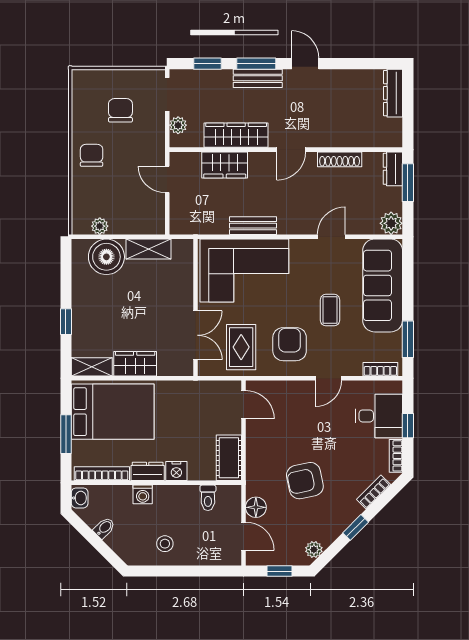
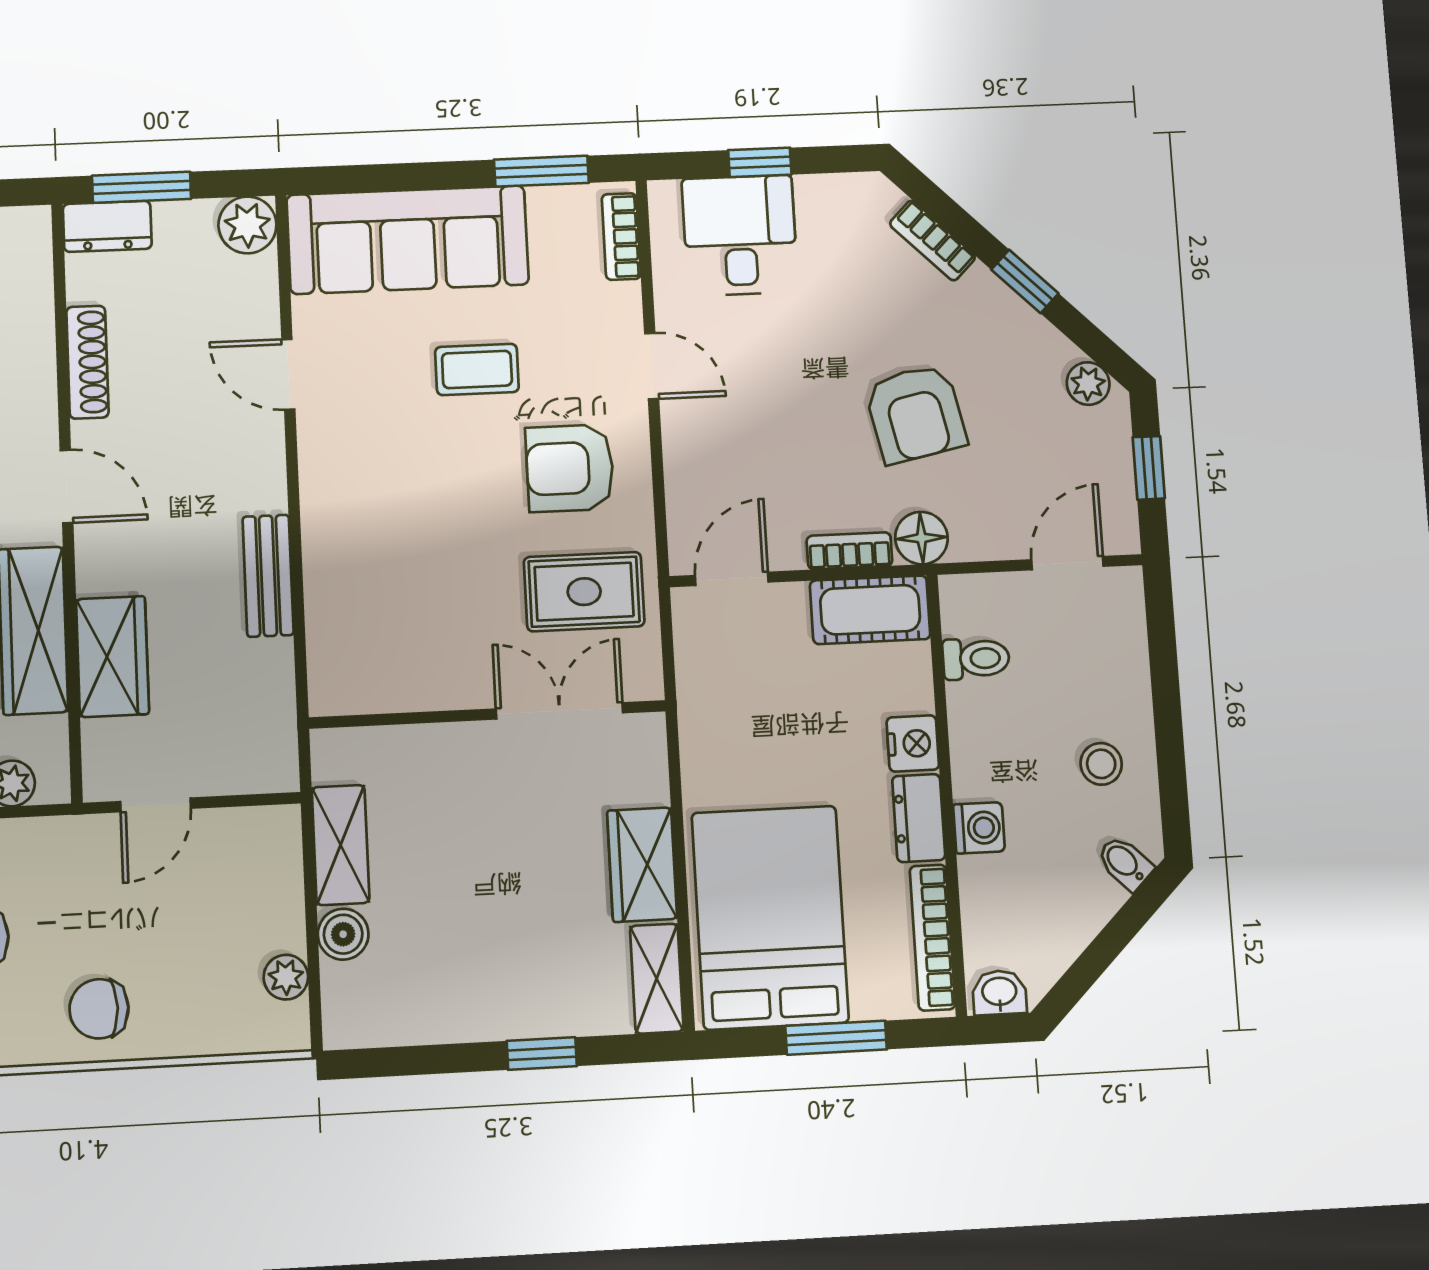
boiler: (106, 257) -> (343, 934), width x0.54, depth x0.54
corner sofa: (244, 271) -> (386, 593), removed
bookcase: (396, 456) -> (849, 551), moved, turned 180
floor lamp: (256, 507) -> (921, 538), moved
bidet: (104, 528) -> (1125, 863), moved

